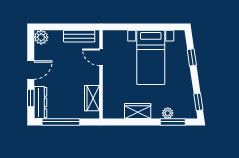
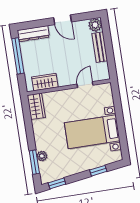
bench: (79, 36) -> (100, 47), moved
window: (31, 98) -> (36, 24), removed
wardrobe: (138, 111) -> (36, 106), moved

